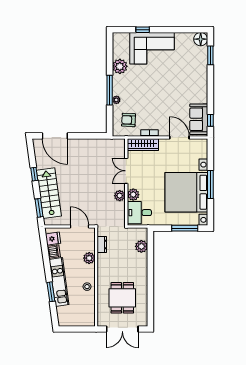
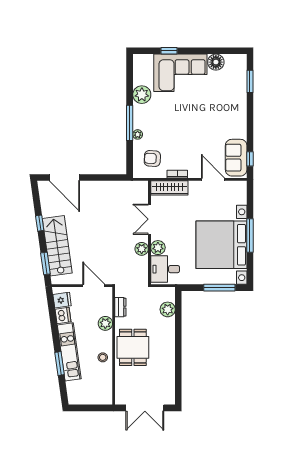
floor lamp: (201, 39) -> (216, 62), moved
dining table: (122, 298) -> (133, 347), moved

